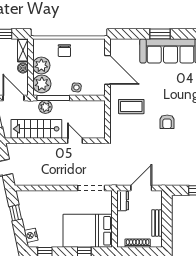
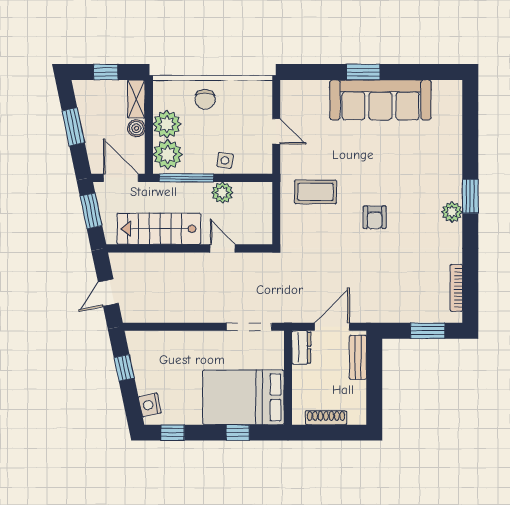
door: (108, 70) -> (276, 131), width x0.53
plant: (45, 107) -> (222, 193), moved
bench: (157, 223) -> (358, 357), moved

